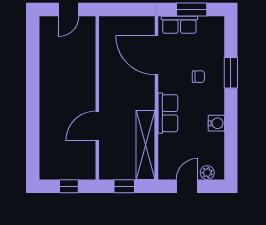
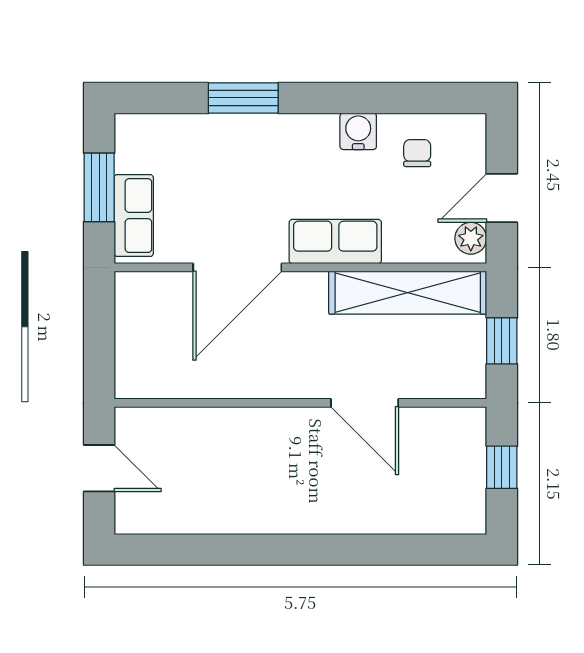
door: (157, 55) -> (237, 267), moved
chair: (198, 77) -> (417, 153), moved
plant: (207, 173) -> (471, 238), moved
door: (187, 186) -> (502, 198), hinge flipped

